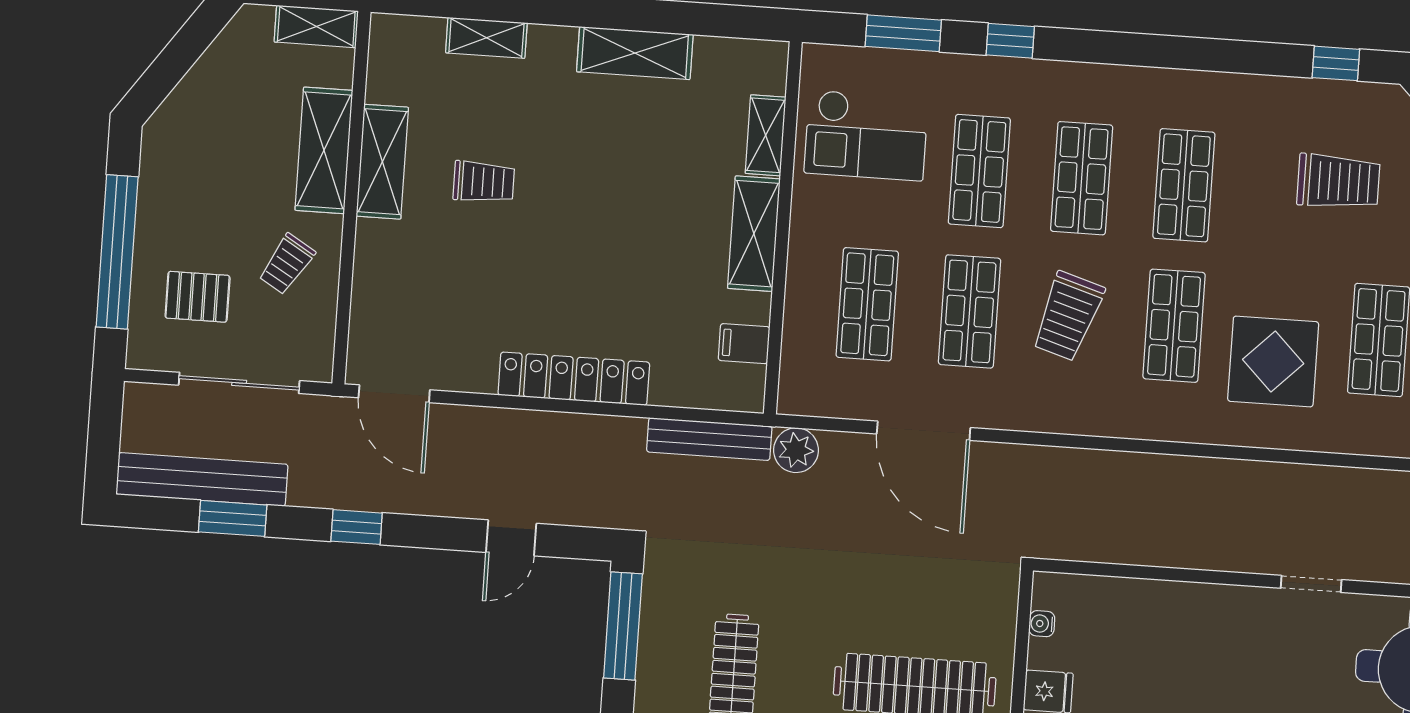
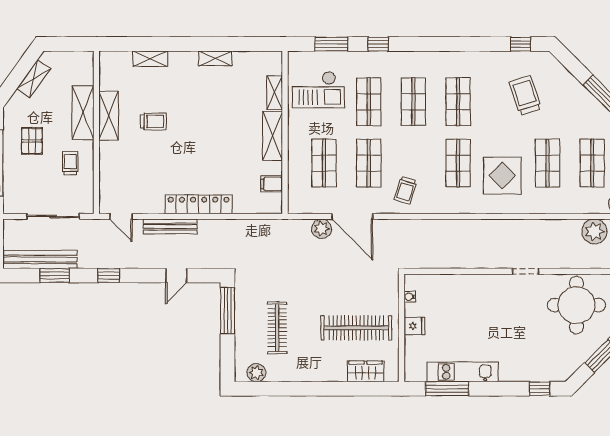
shelving: (316, 26) -> (34, 79), moved, turned -54
shelving: (635, 53) -> (215, 58), width x0.67, depth x0.75
trolley: (1338, 182) -> (525, 95), turned -108
trolley: (287, 264) -> (70, 163), turned 149
pallet: (198, 297) -> (32, 141), moved, turned 90
trolley: (1068, 316) -> (405, 190), moved, width x0.73, depth x0.72
door: (394, 394) -> (121, 216), width x0.73
bench: (709, 439) -> (170, 227), moved
plant: (796, 450) -> (322, 229), moved

